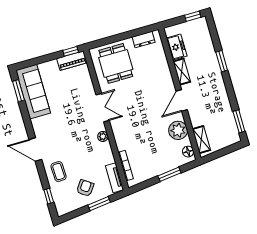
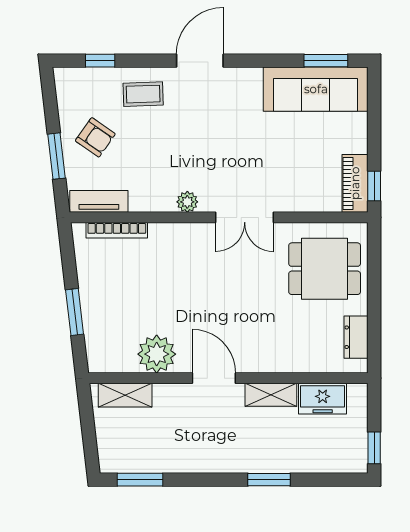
floor lamp: (188, 152) -> (109, 362), removed

